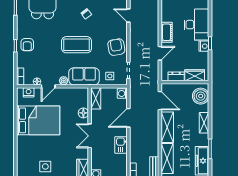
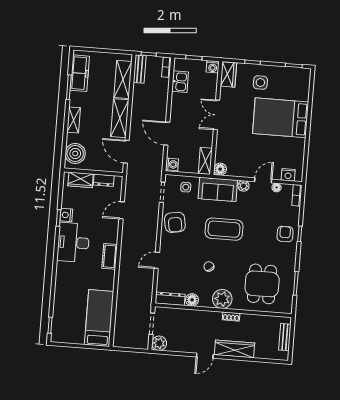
door: (128, 15) -> (157, 260), swing flipped
cot: (167, 32) -> (110, 256), moved
floor lamp: (83, 113) -> (220, 169), moved
door: (128, 118) -> (167, 134), swing flipped
bed: (38, 120) -> (281, 118), moved
double door: (90, 136) -> (217, 115), swing flipped
kitchen sink: (121, 145) -> (180, 82), moved
side table: (45, 166) -> (260, 82), moved

